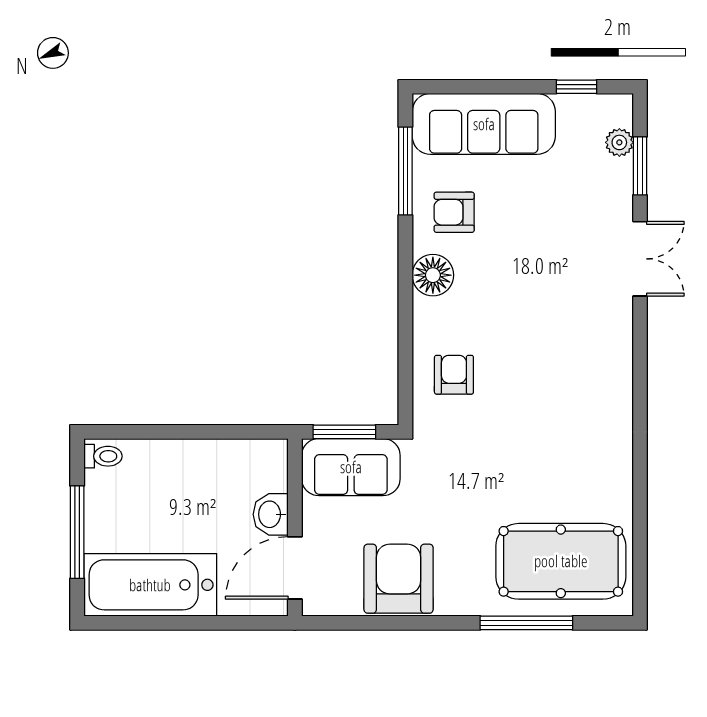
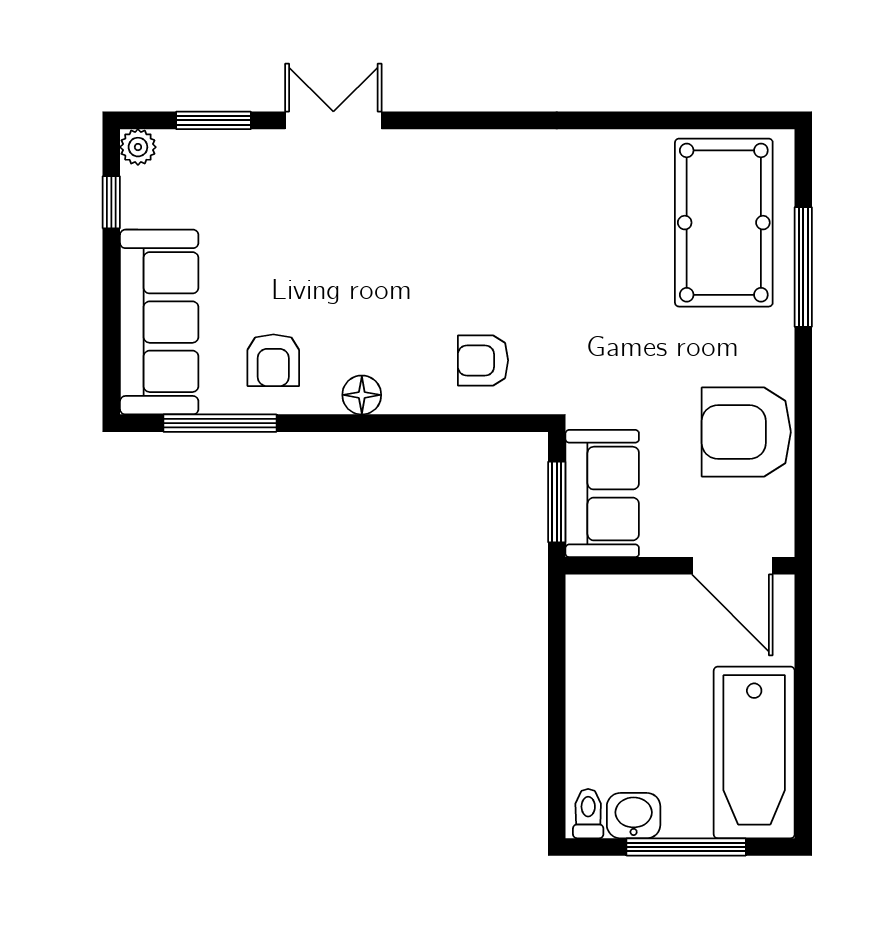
plant: (619, 142) -> (138, 147), moved
floor lamp: (433, 275) -> (362, 395), width x0.73, depth x0.73
washbasin: (271, 514) -> (634, 816), moved, turned 180

